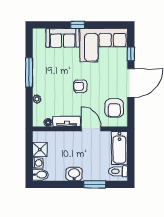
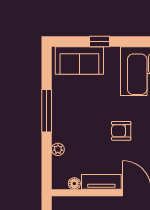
window: (78, 25) -> (100, 41), moved
sofa: (63, 38) -> (79, 60), moved

